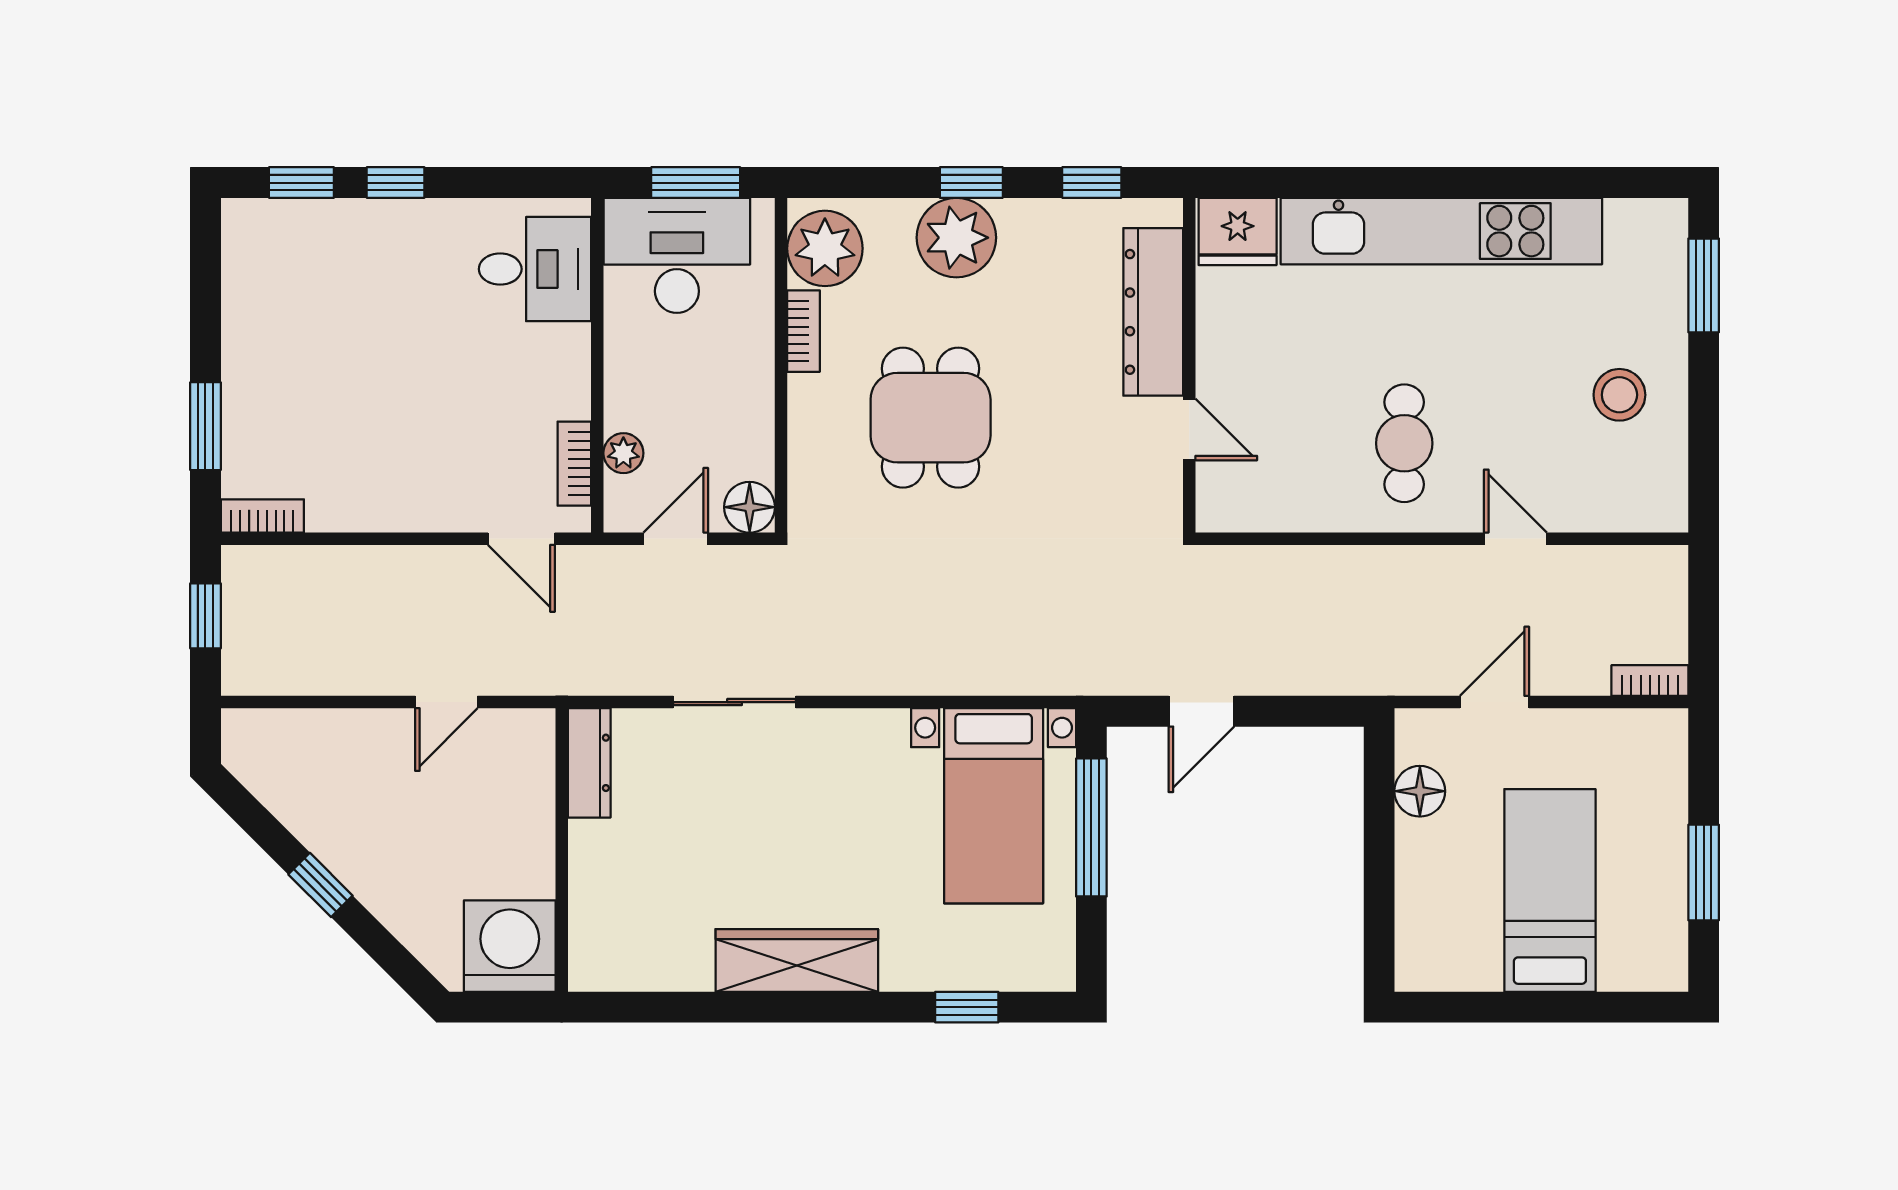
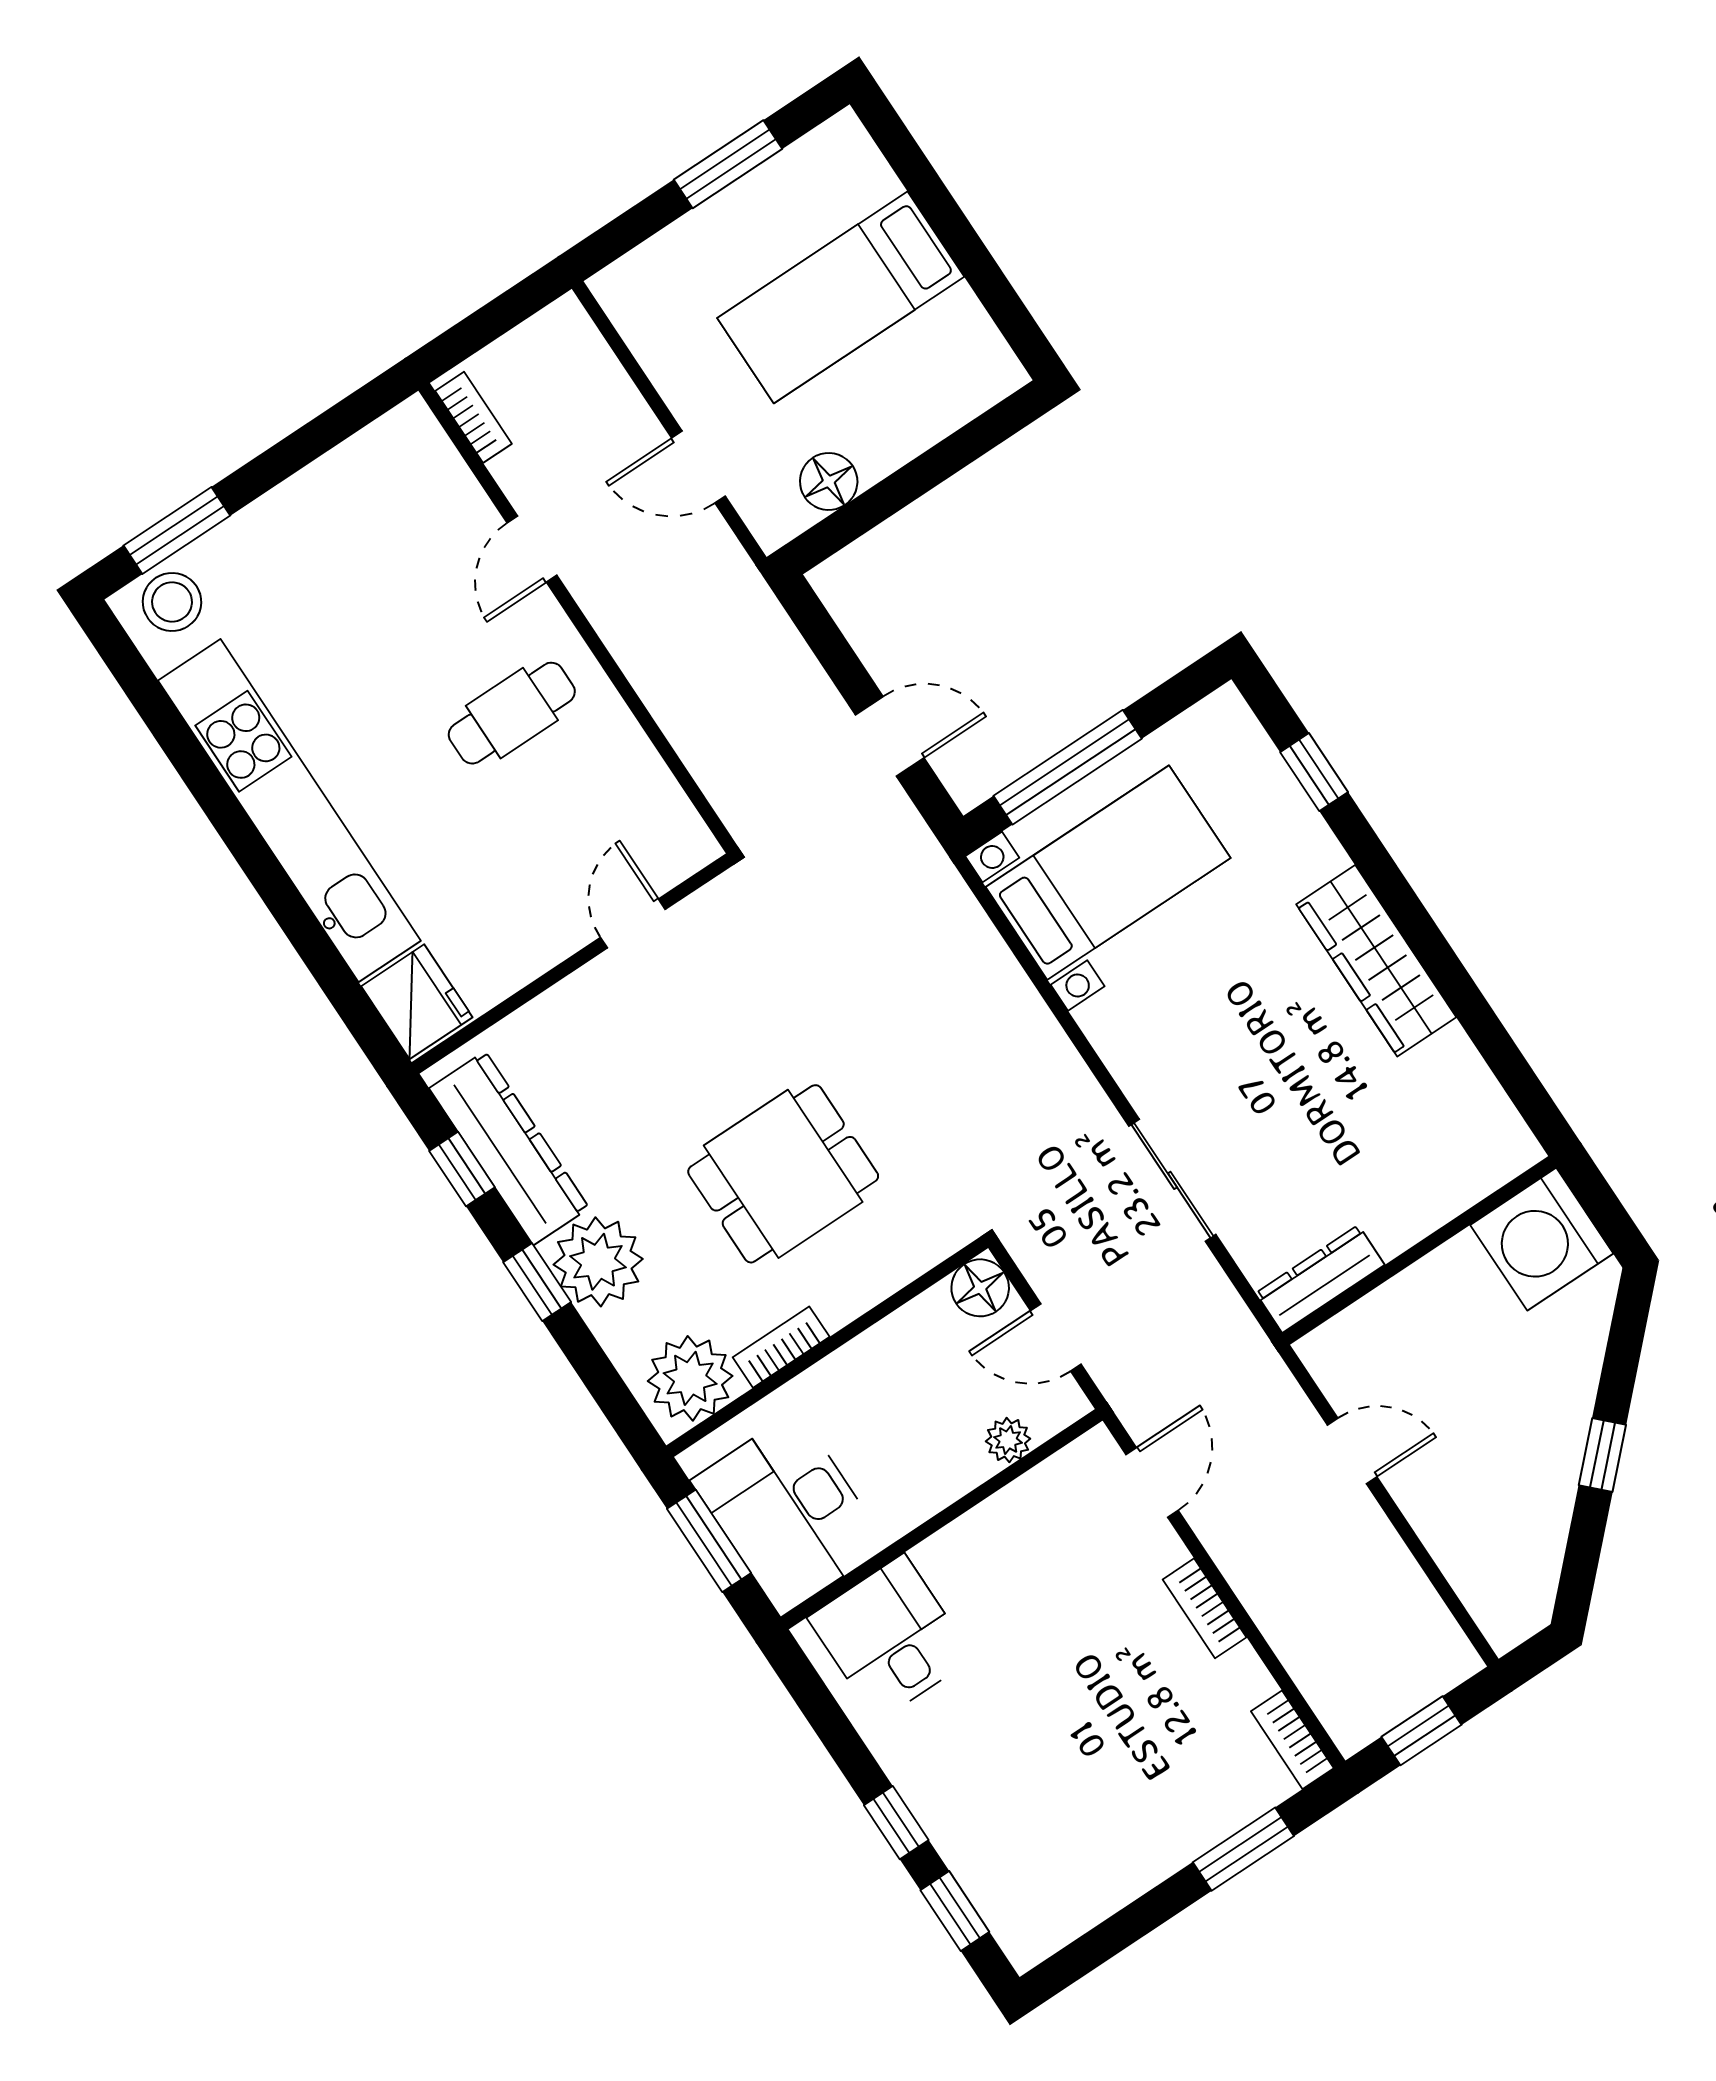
dresser: (1153, 312) -> (509, 1148), moved, turned -90
stool: (1619, 395) -> (172, 602), moved
bookcase: (574, 464) -> (1205, 1608), moved, turned 90
bookcase: (1650, 681) -> (474, 417), moved, turned 180

